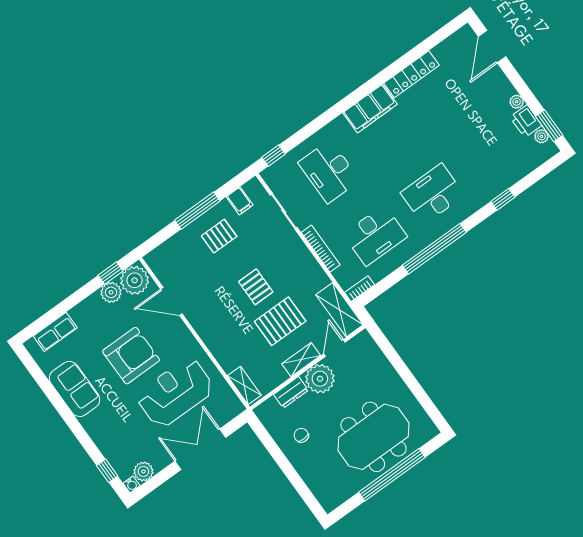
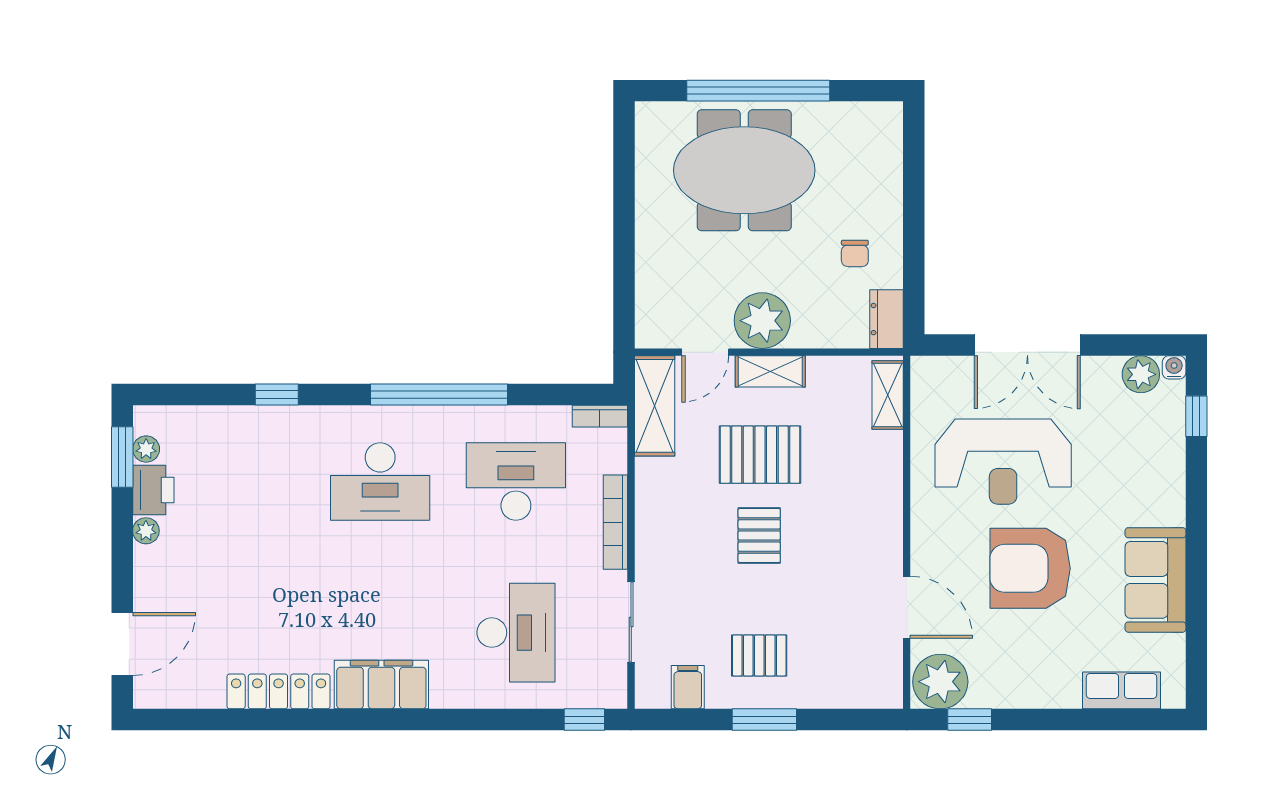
window: (197, 211) -> (764, 720), width x0.69
plant: (111, 292) -> (990, 689), removed
dresser: (291, 392) -> (887, 319), moved, turned -90

